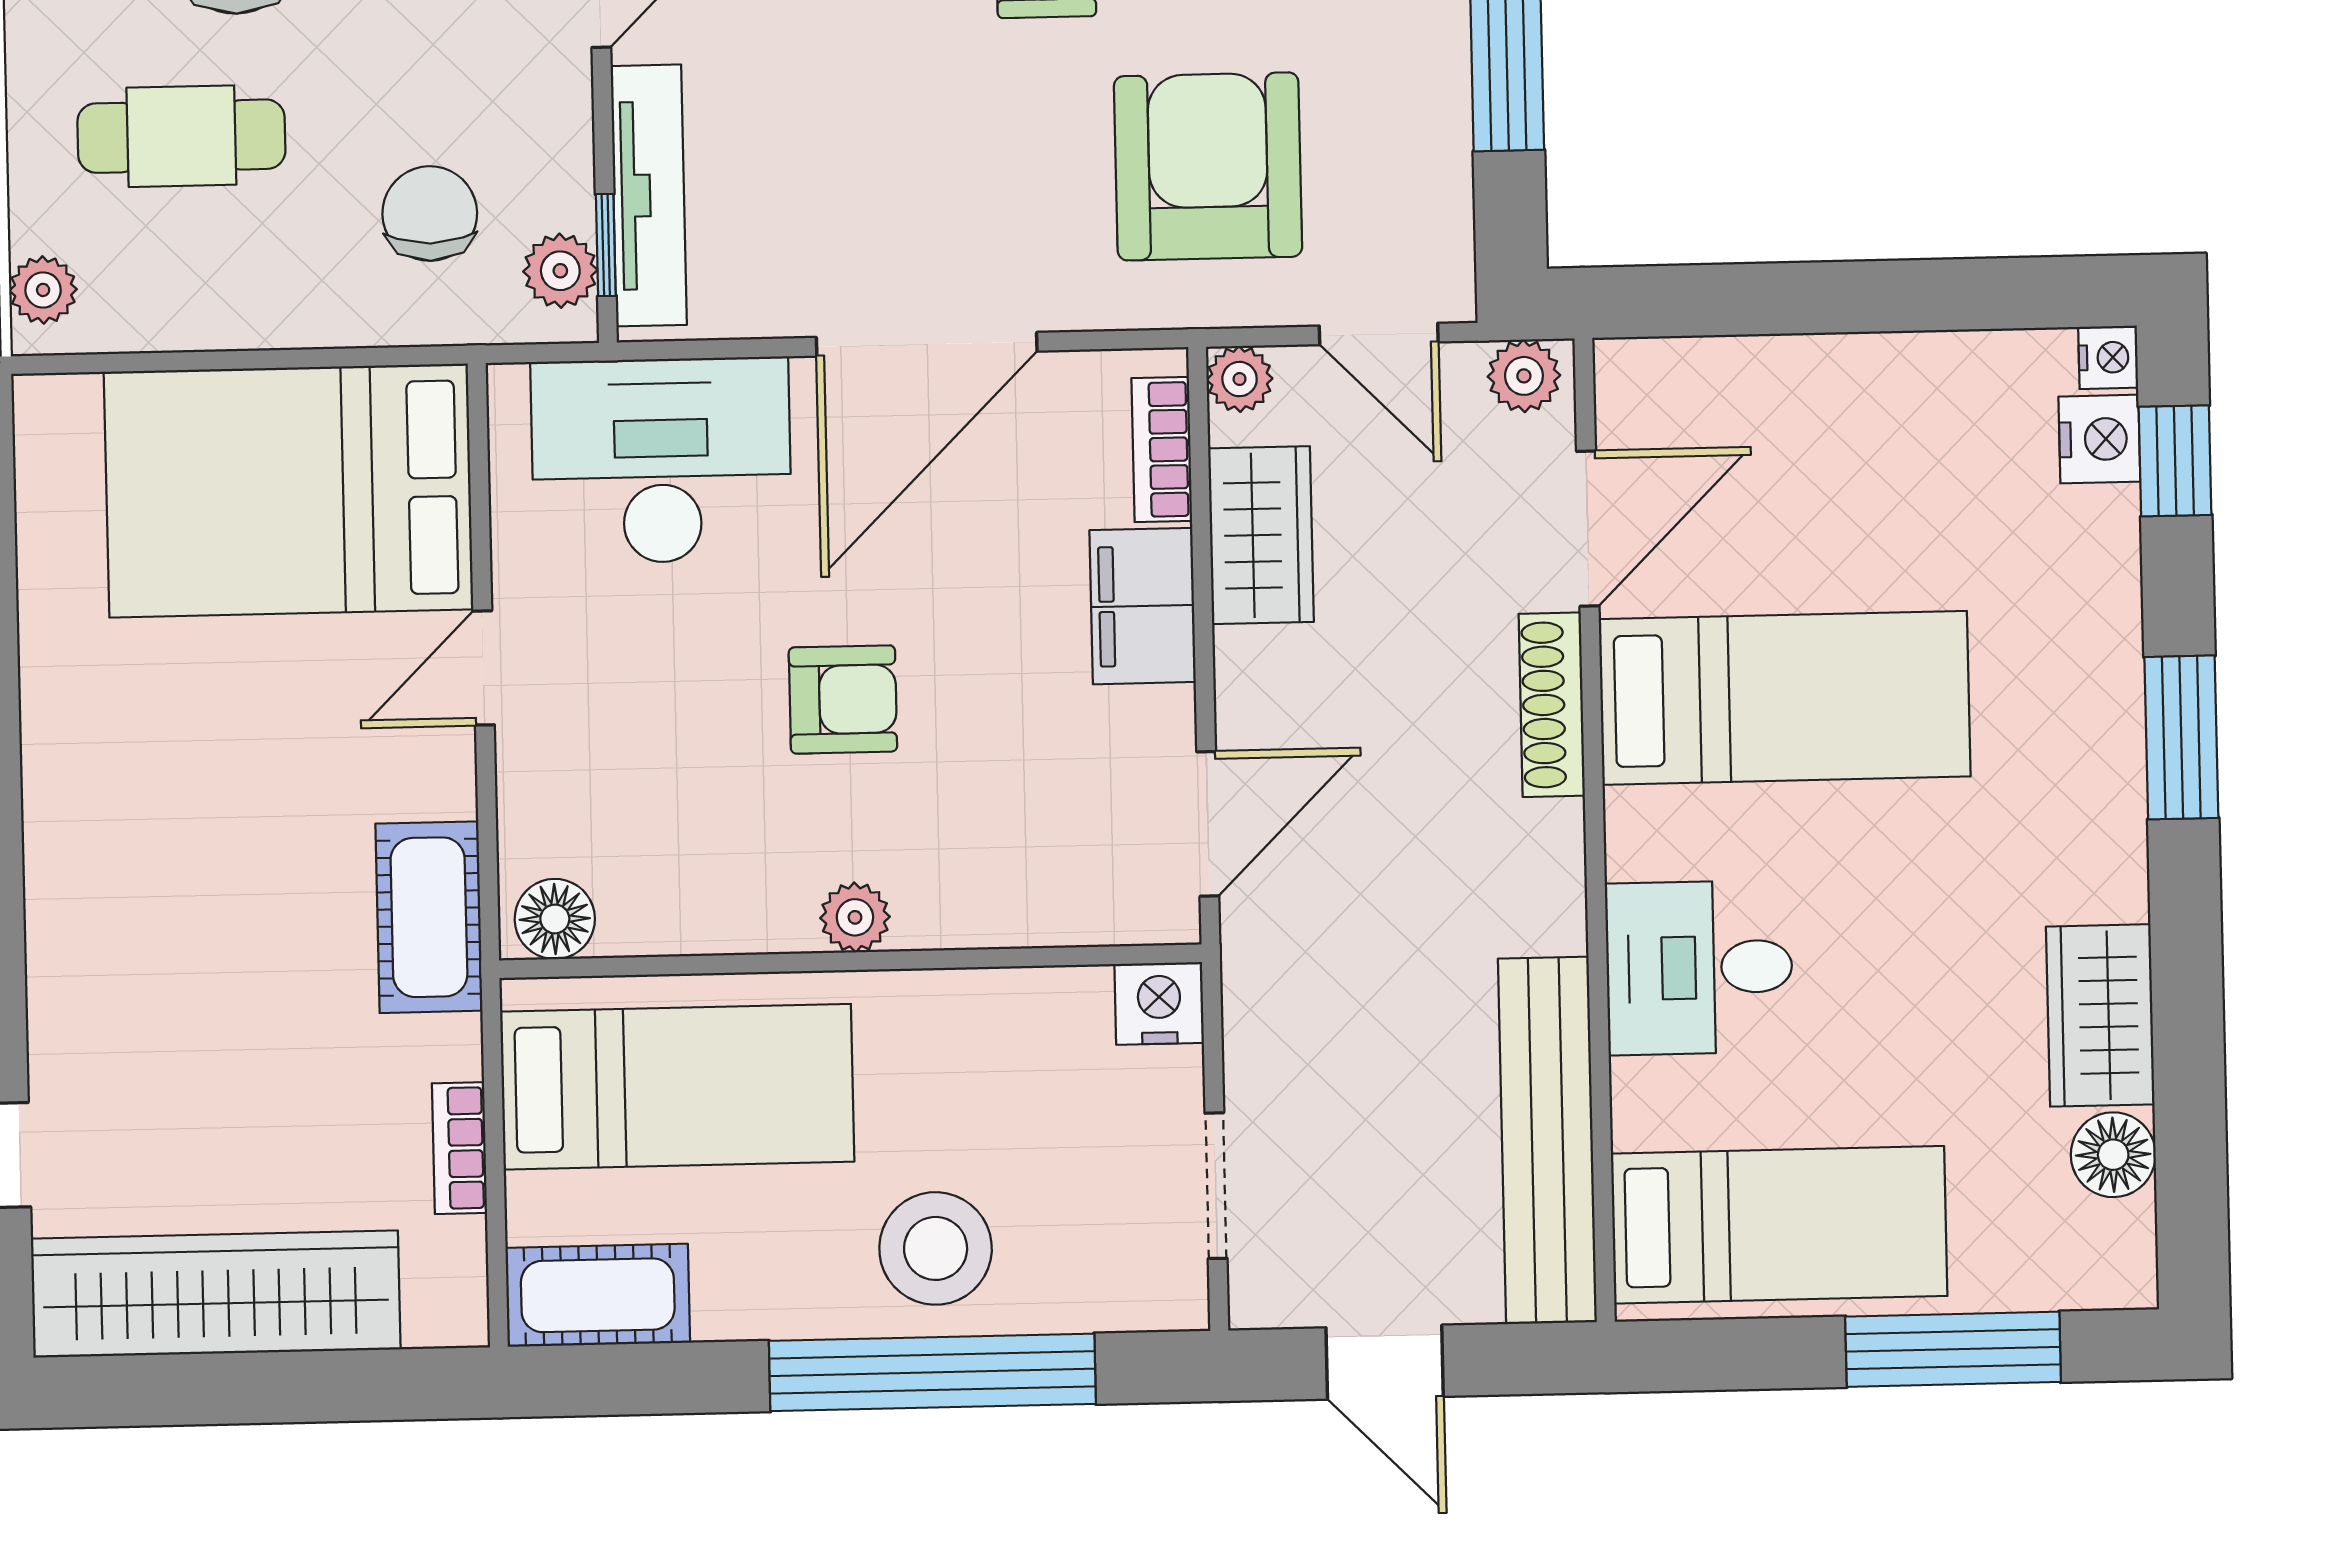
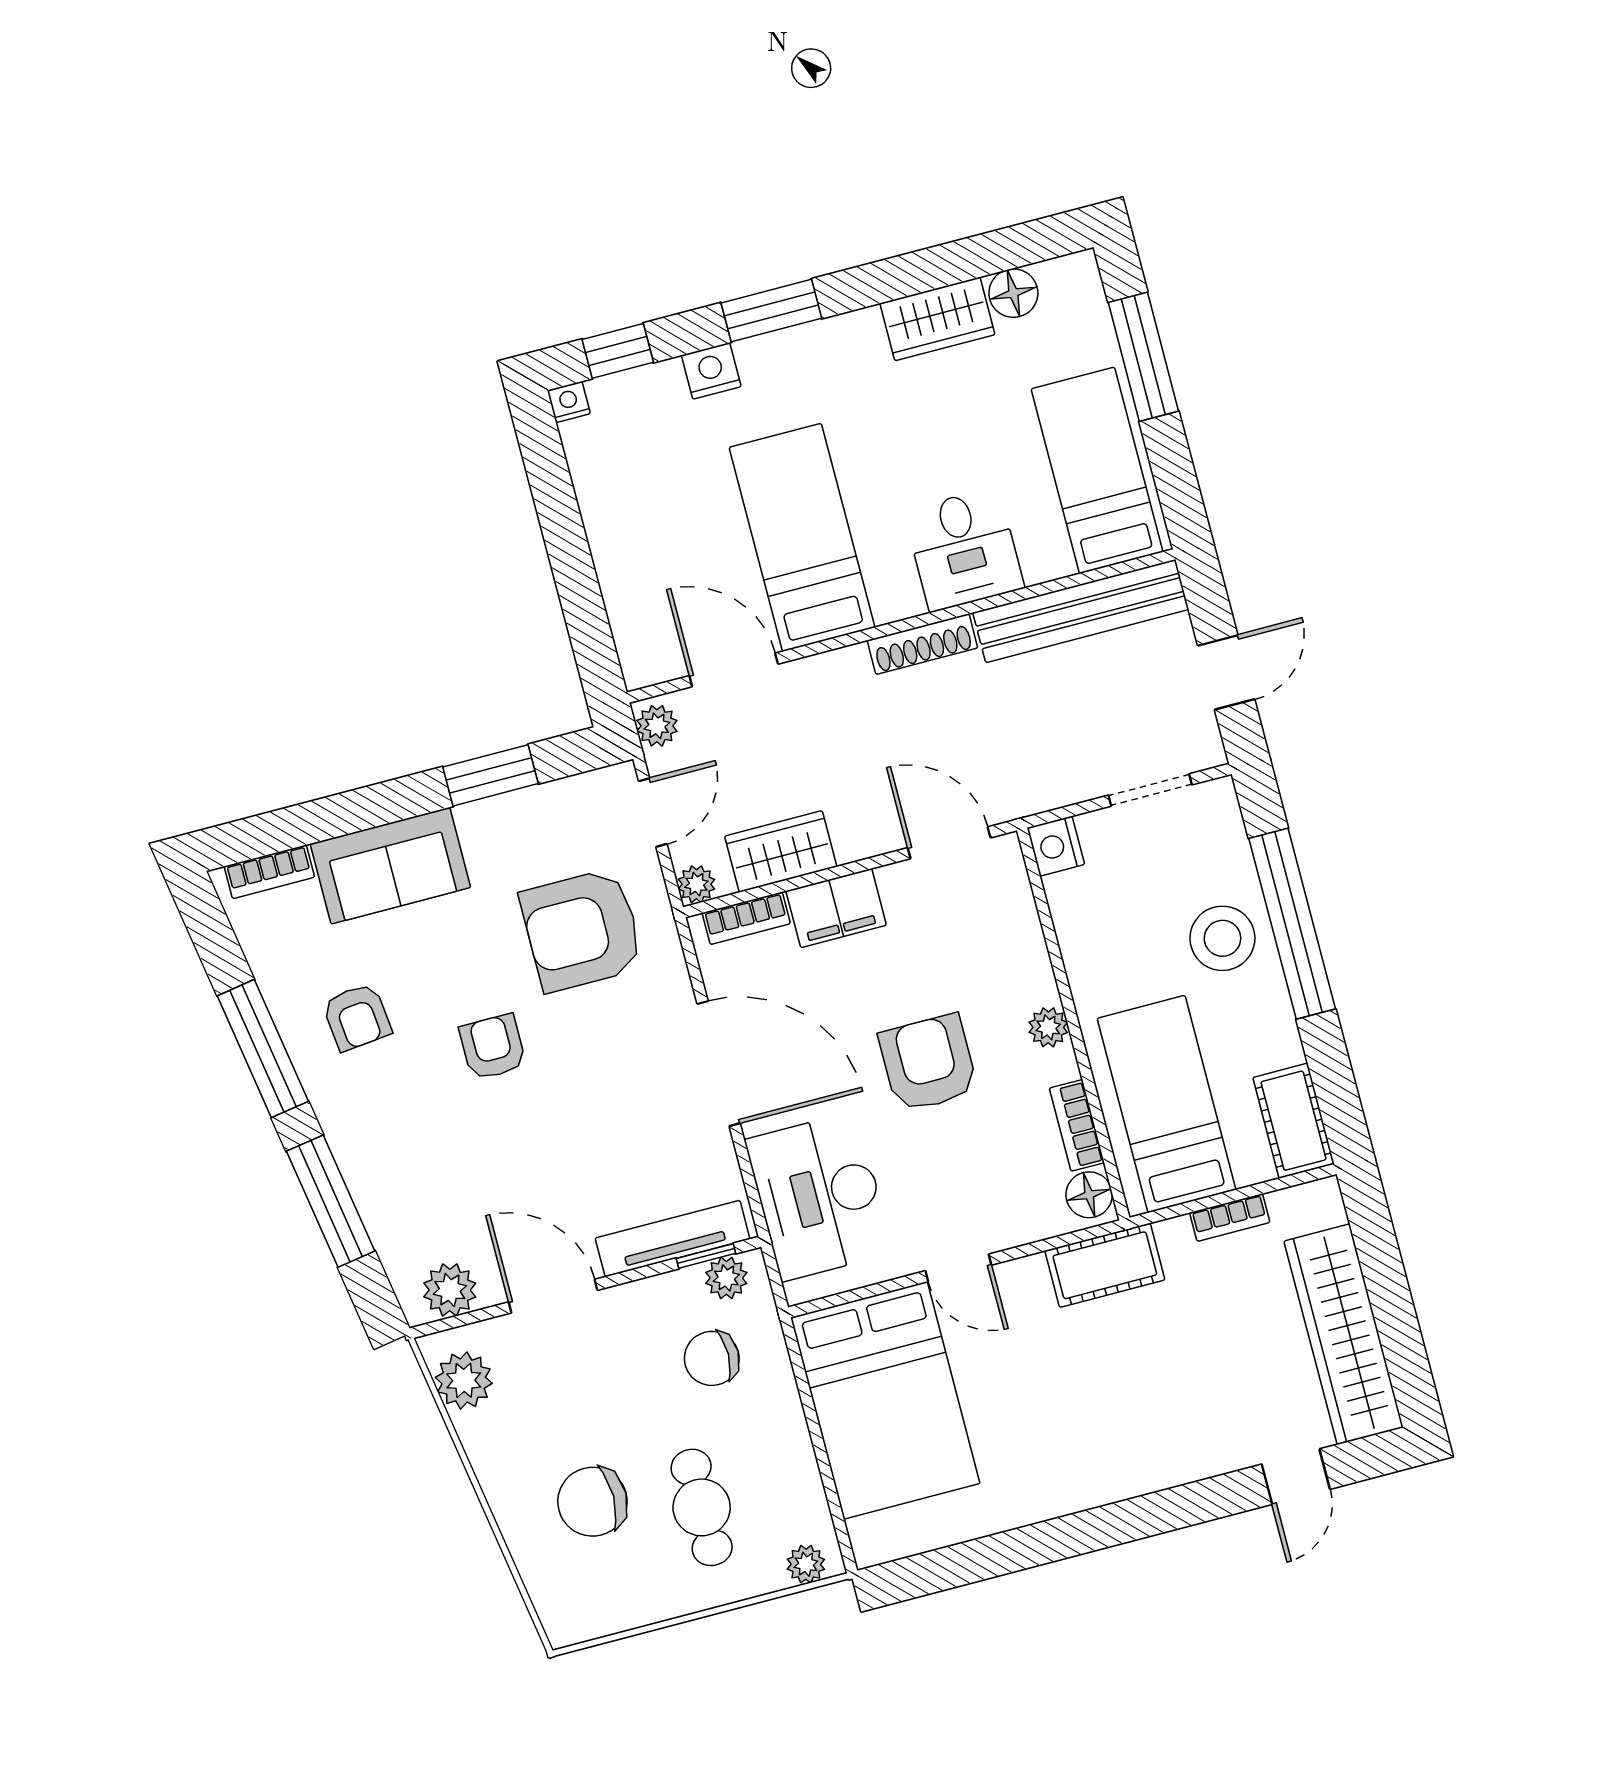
nightstand: (2099, 439) -> (711, 371), moved
armchair: (843, 699) -> (928, 1063), width x1.38, depth x1.38
shoe rack: (1552, 705) -> (922, 644), moved
bookcase: (677, 926) -> (1077, 1125), added

